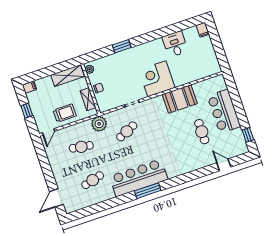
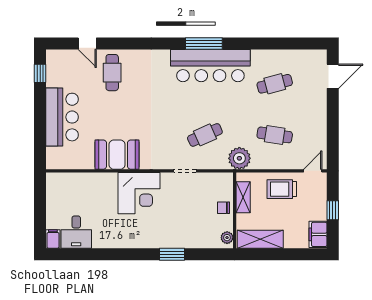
desk: (175, 44) -> (76, 232), moved
filing cabinet: (29, 87) -> (318, 234), width x2.00
cafe table: (202, 132) -> (112, 73), moved

